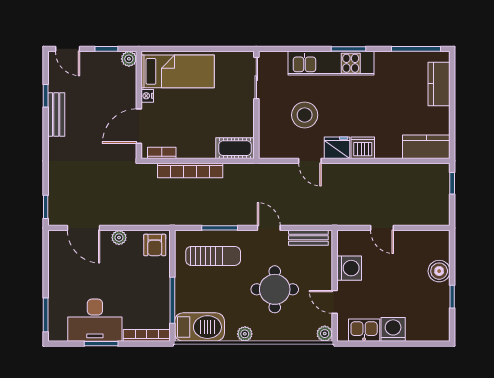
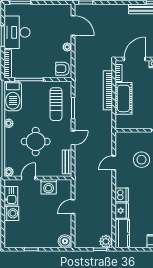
door: (139, 126) -> (135, 59), hinge flipped
cot: (235, 148) -> (124, 98), moved, width x1.37, depth x1.34
fridge: (337, 148) -> (122, 211), moved
plant: (439, 174) -> (106, 241), added
door: (84, 228) -> (73, 26), swing flipped
boiler: (439, 271) -> (65, 241), moved

